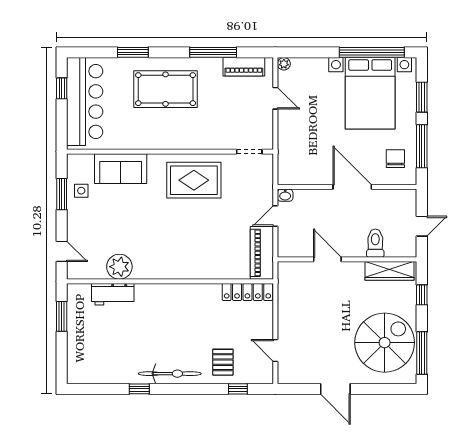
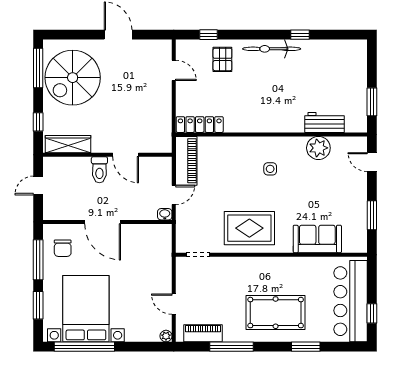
side table: (81, 191) -> (270, 169), moved
toilet: (375, 243) -> (99, 170), moved

